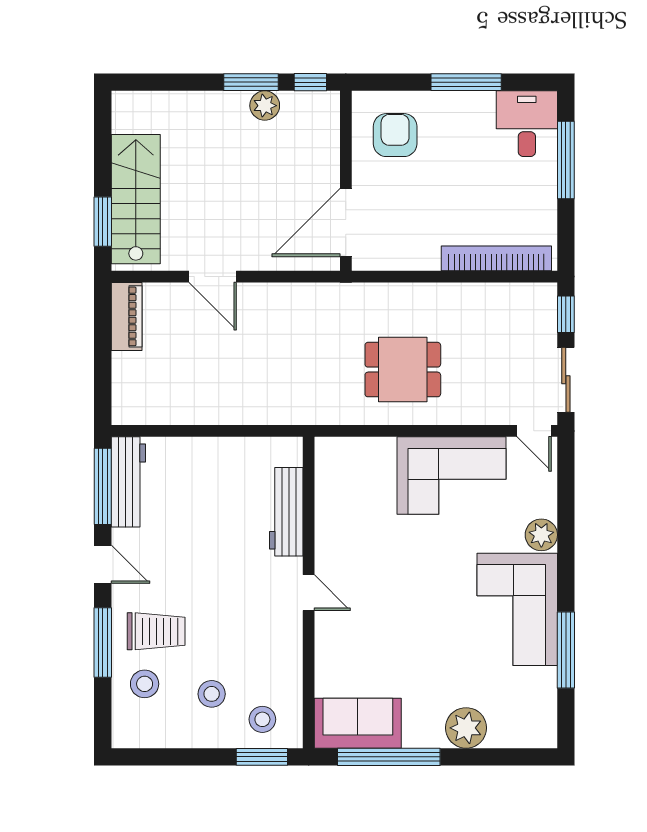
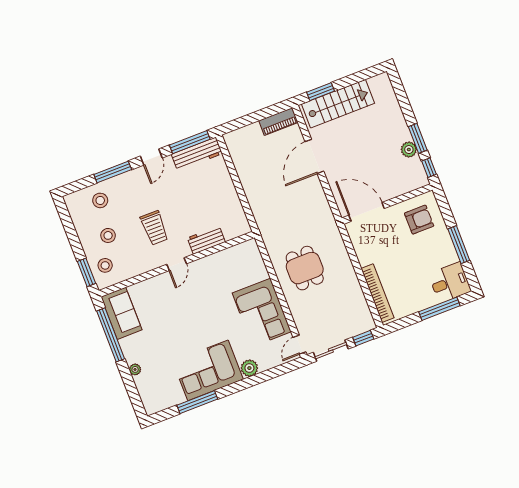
door: (213, 277) -> (314, 156), width x1.36
workbench: (286, 512) -> (206, 240), width x0.73
trolley: (156, 631) -> (154, 228), moved
plant: (466, 728) -> (135, 369), width x0.53, depth x0.53

